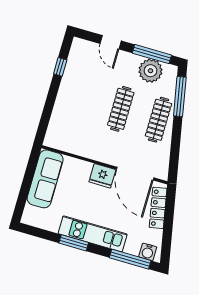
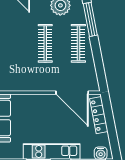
fridge: (102, 176) -> (46, 102), removed

